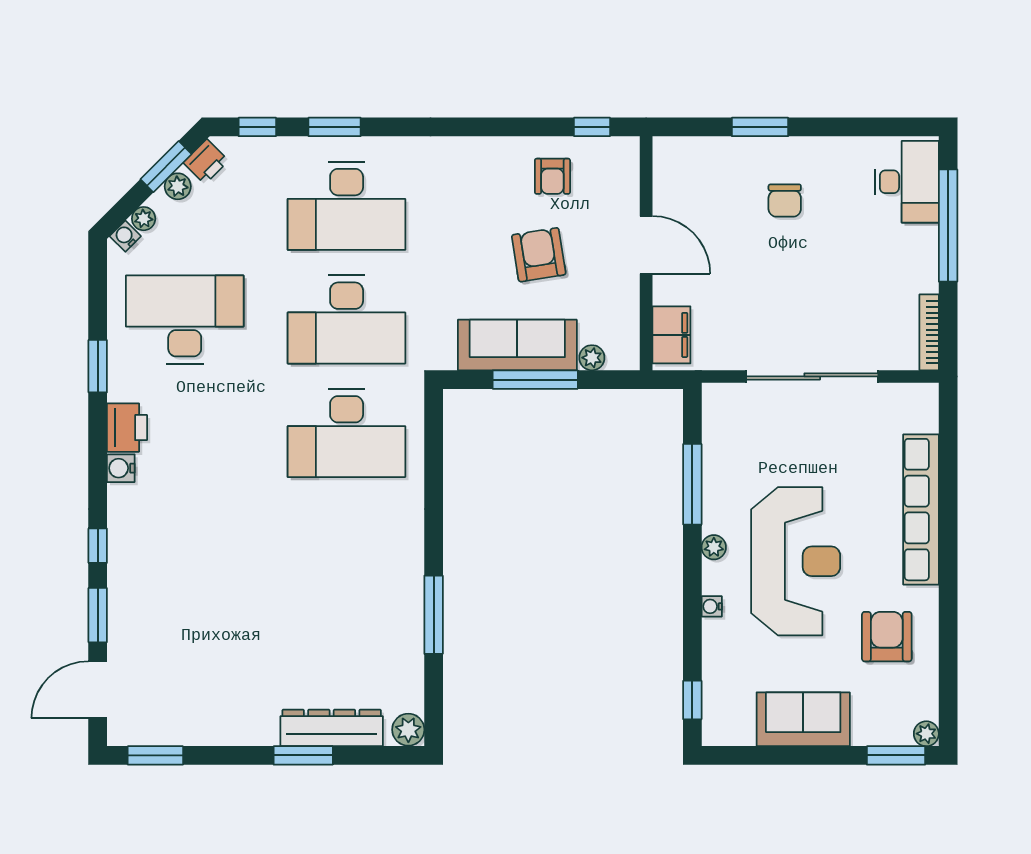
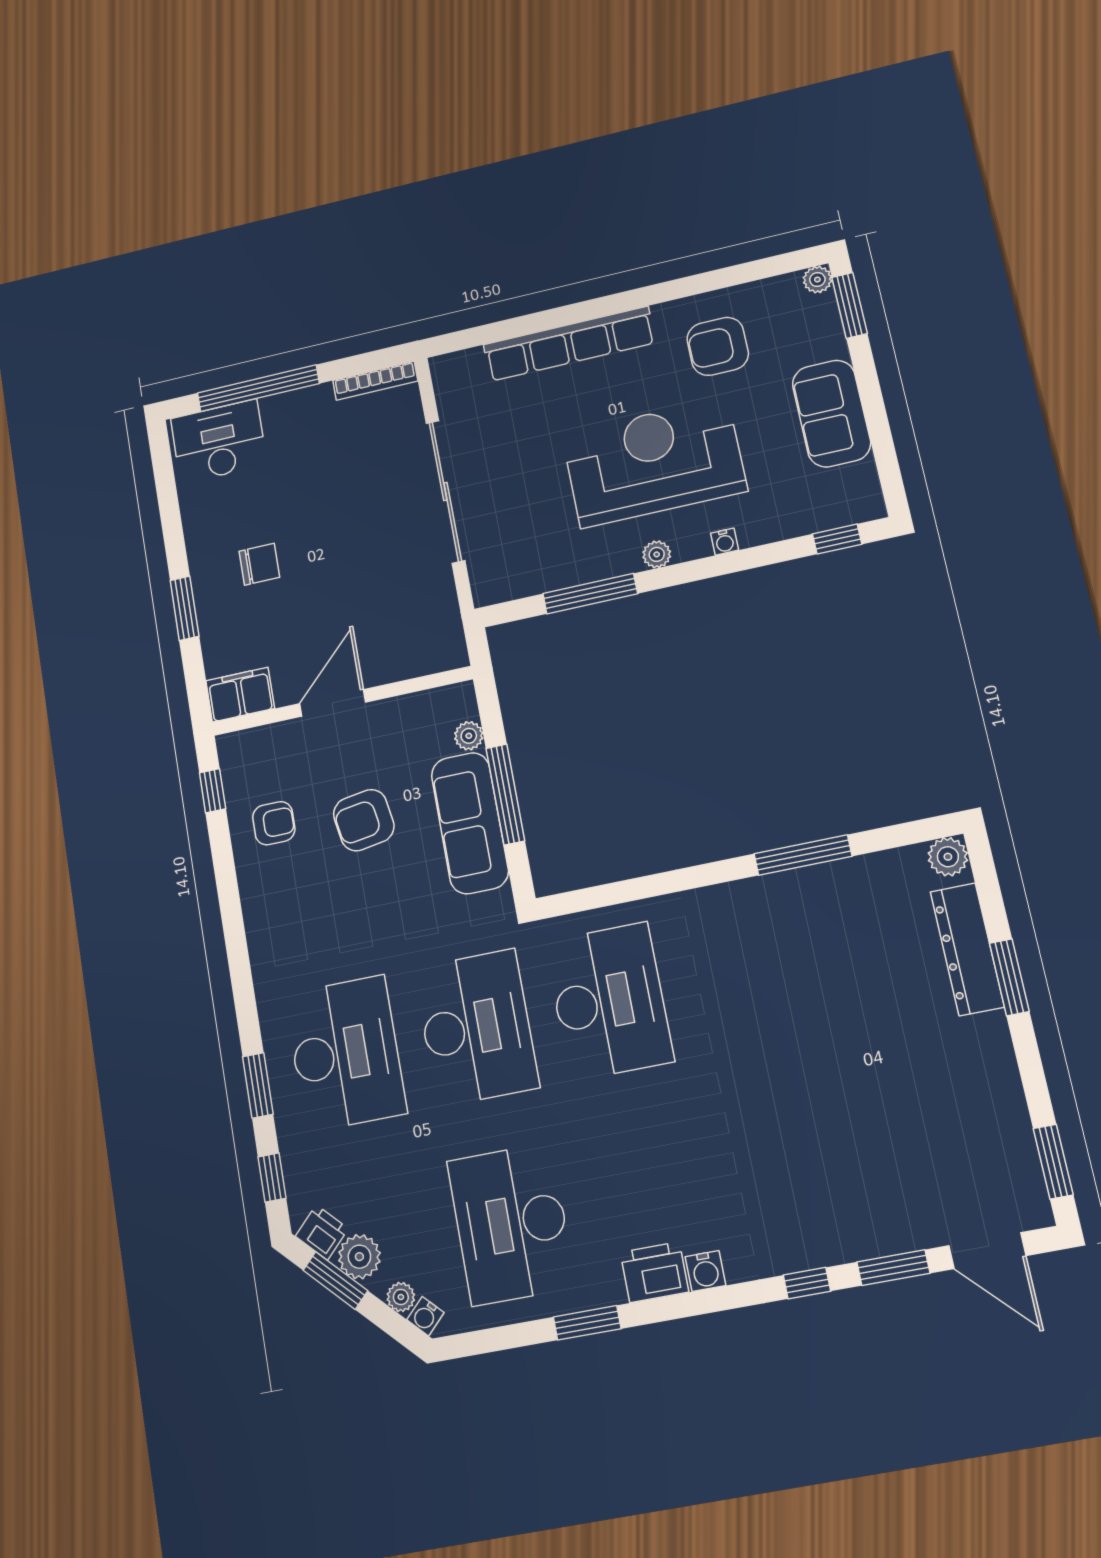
plant: (178, 186) -> (359, 1257), width x1.38, depth x1.38
filing cabinet: (671, 335) -> (240, 695), moved

